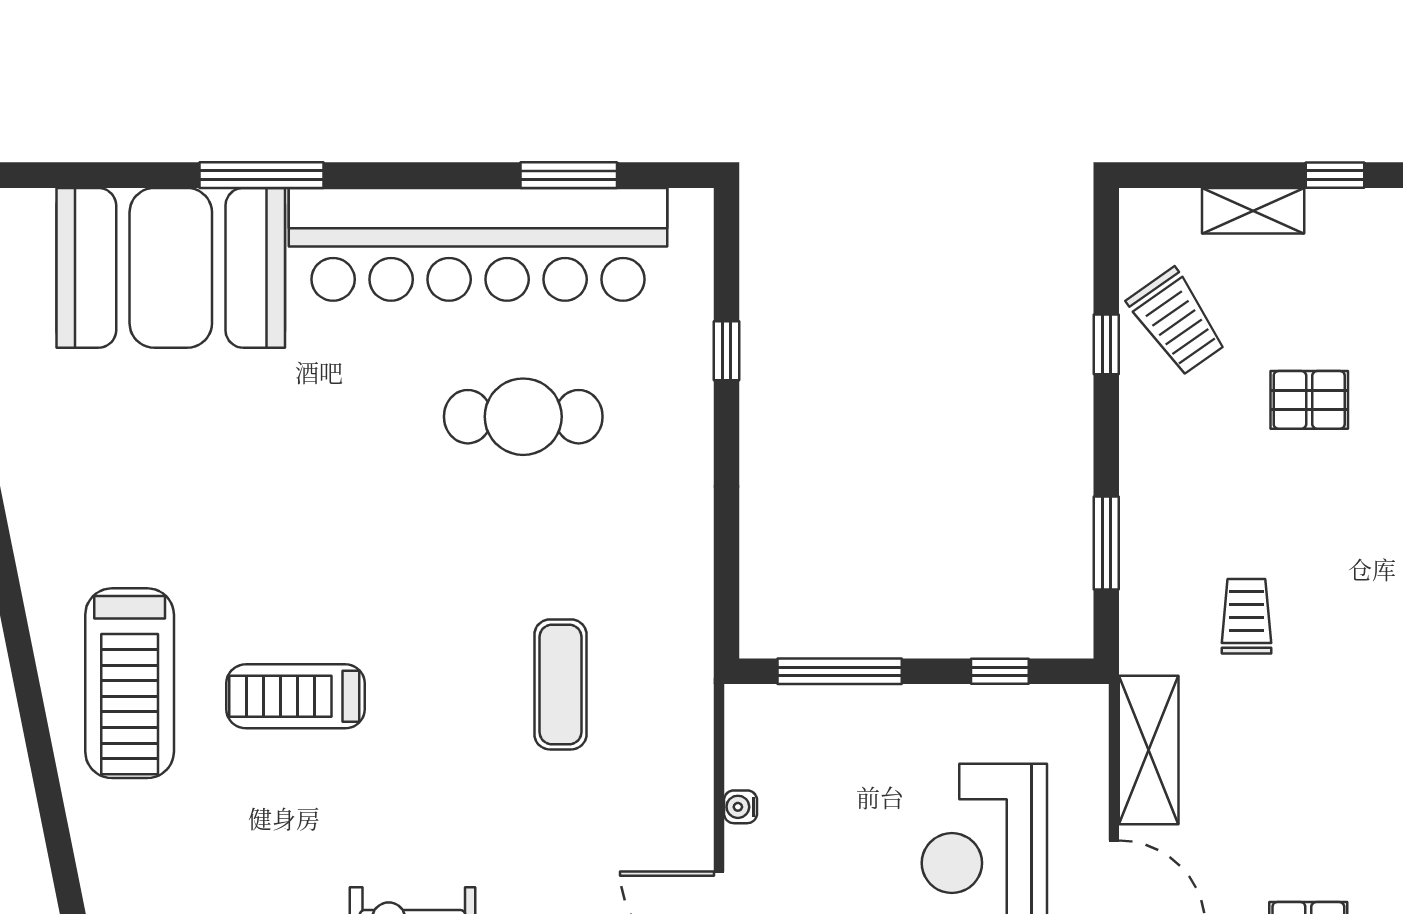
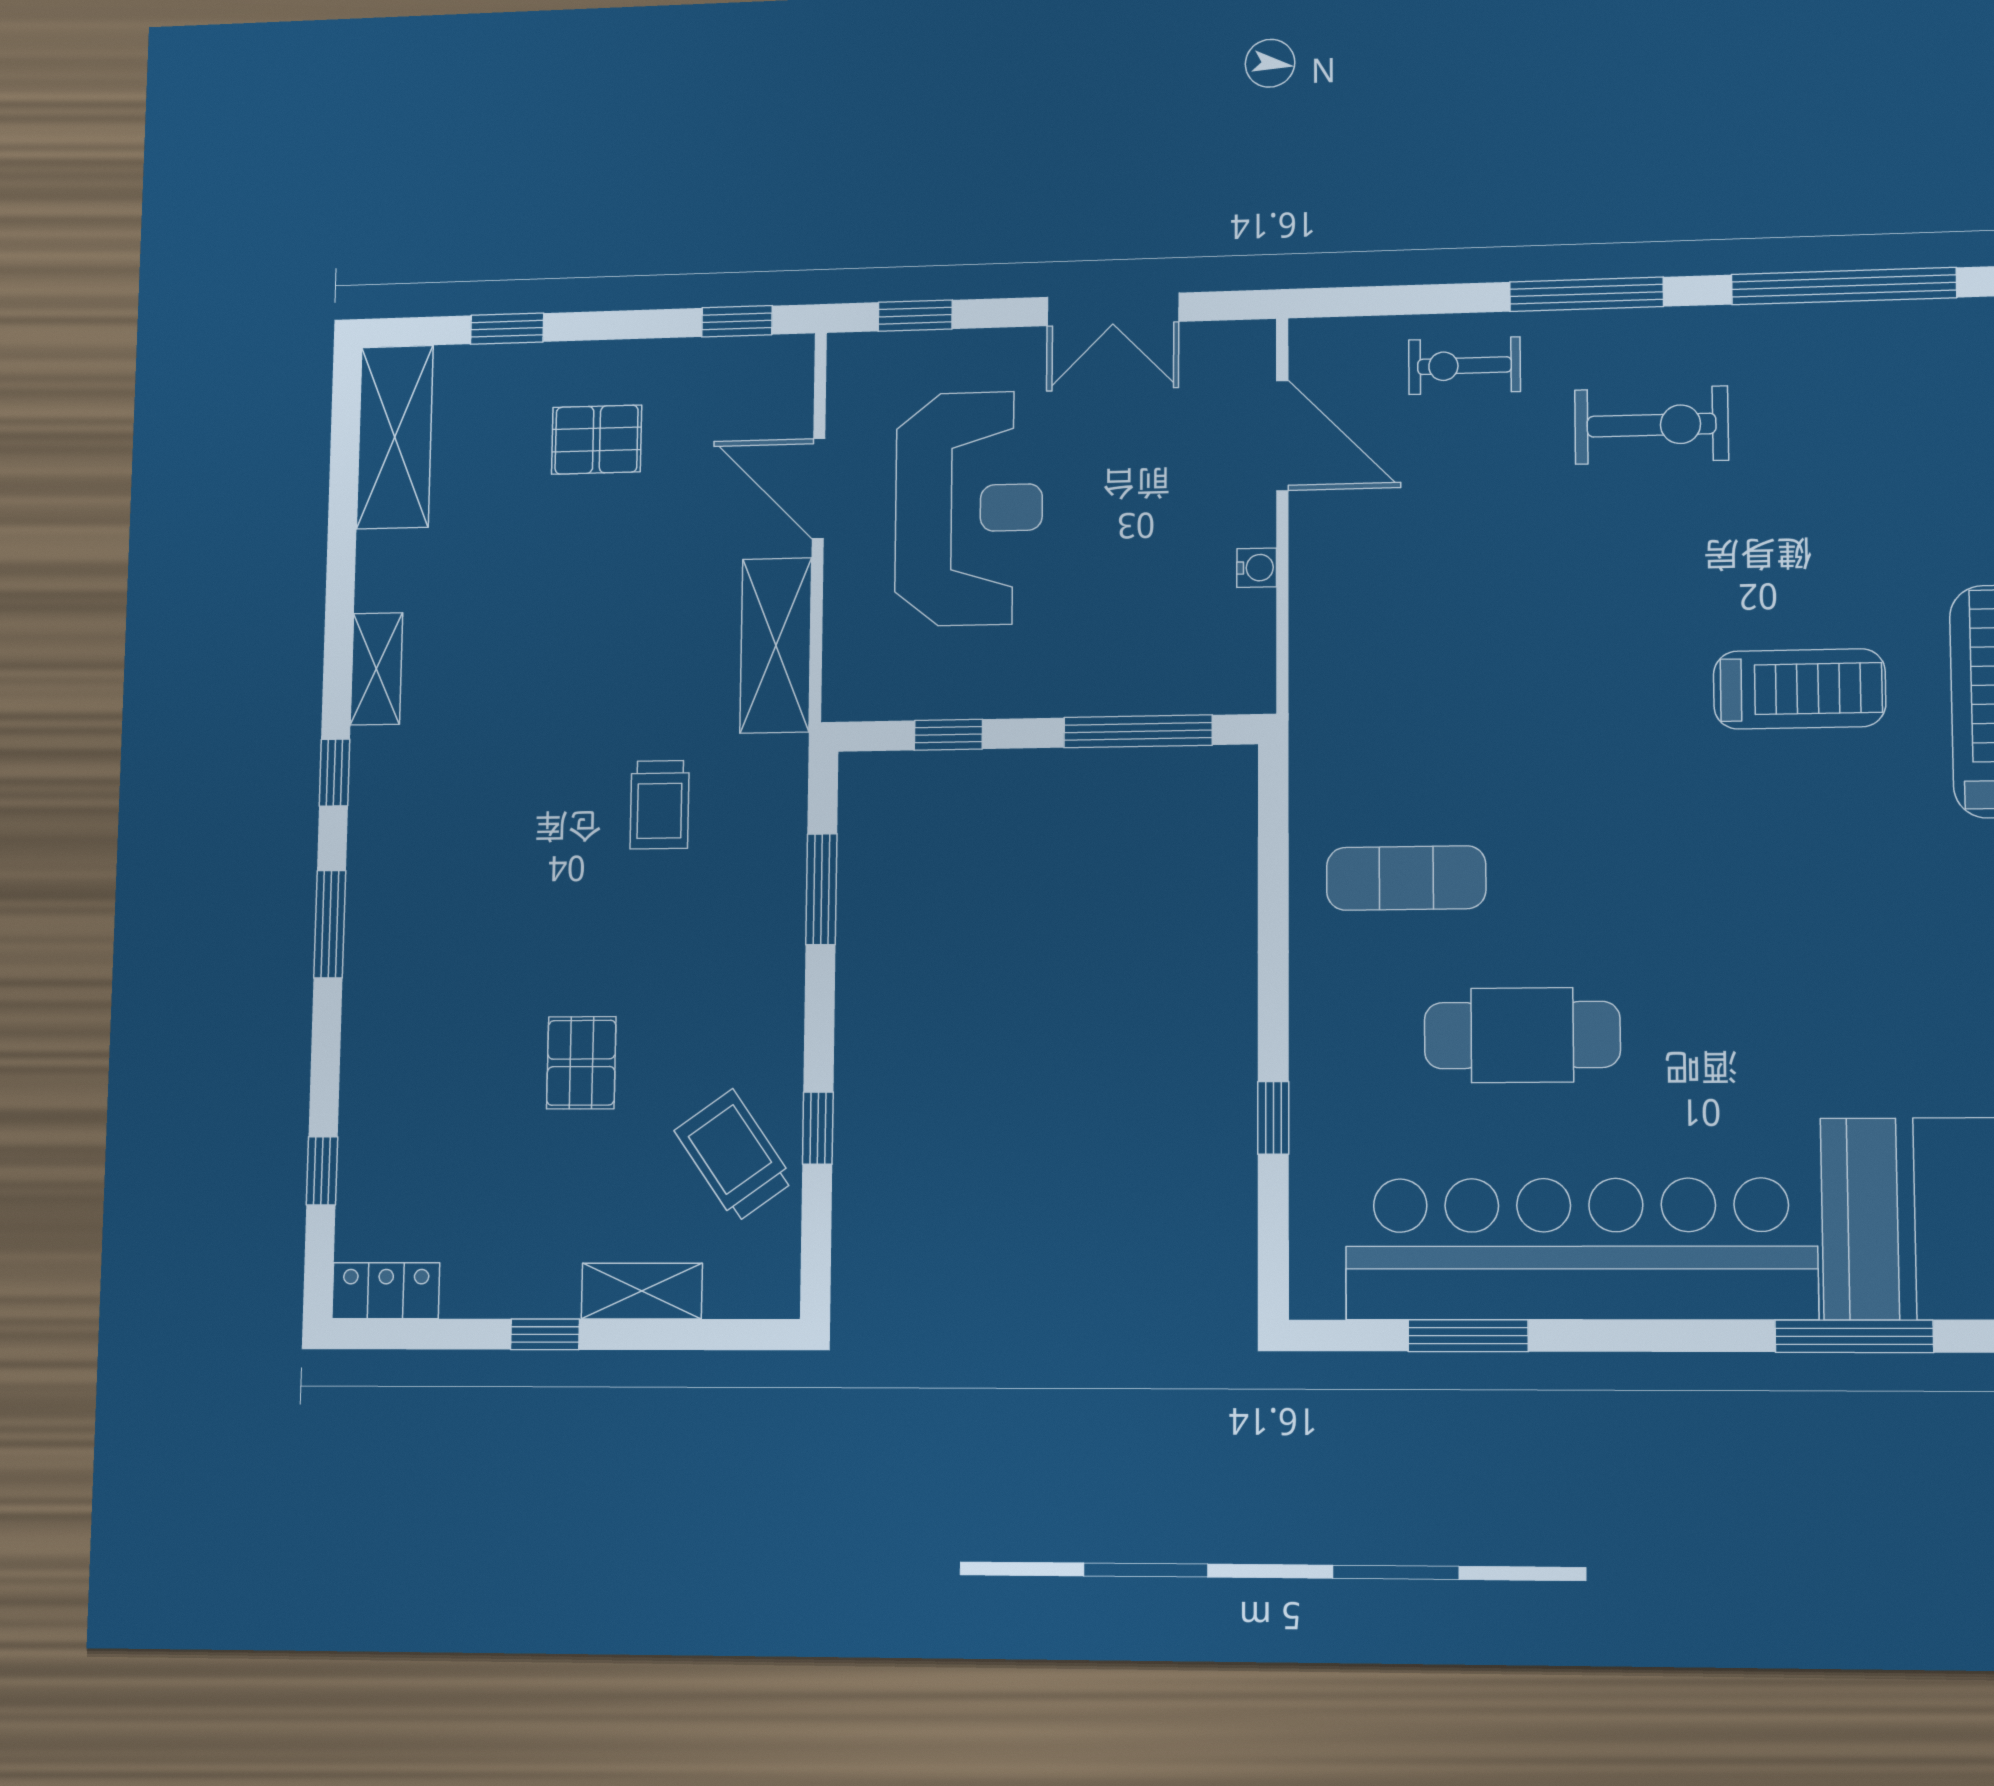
pallet: (1309, 400) -> (581, 1063), turned 90
exercise mat: (560, 684) -> (1406, 878), moved, turned 90

